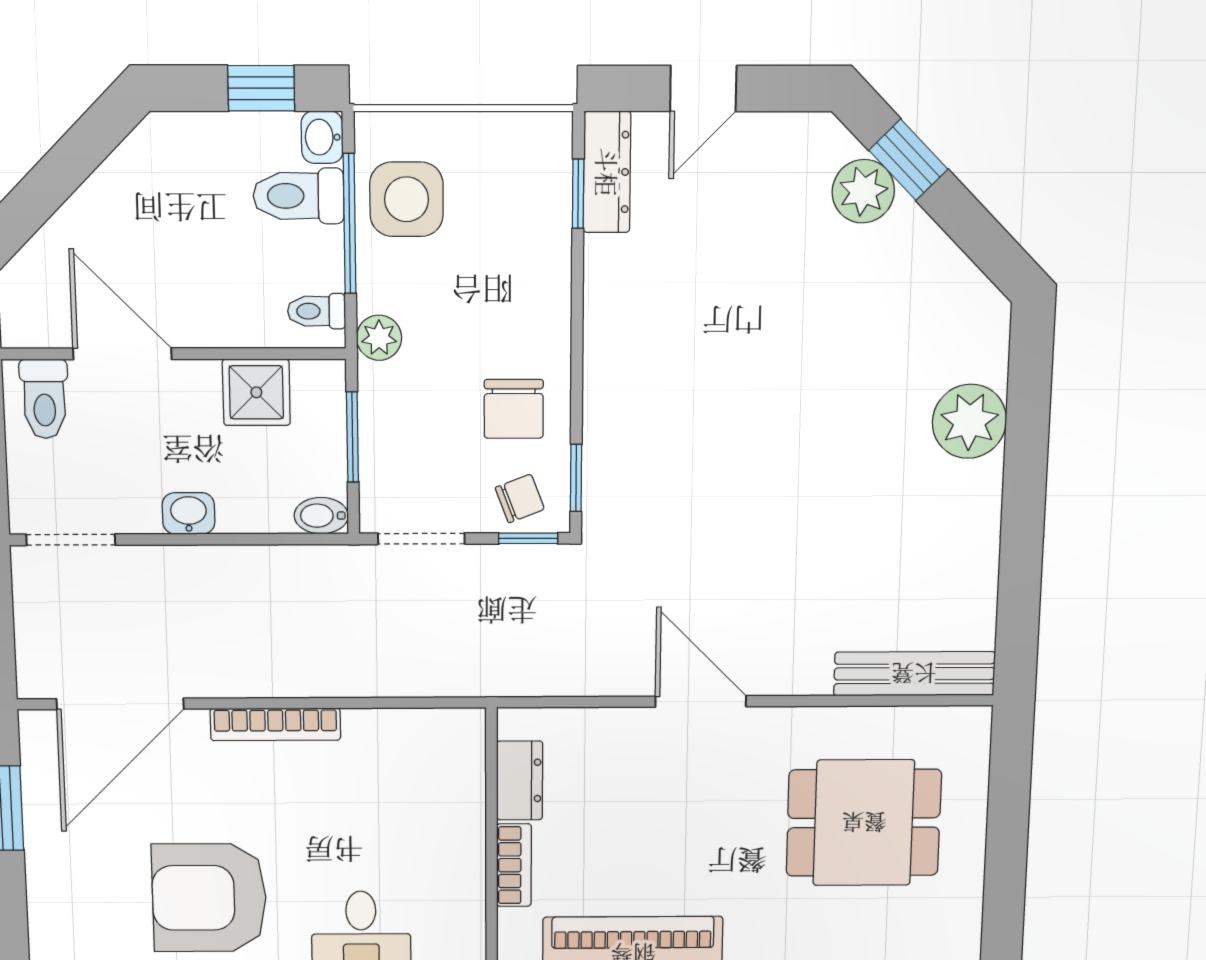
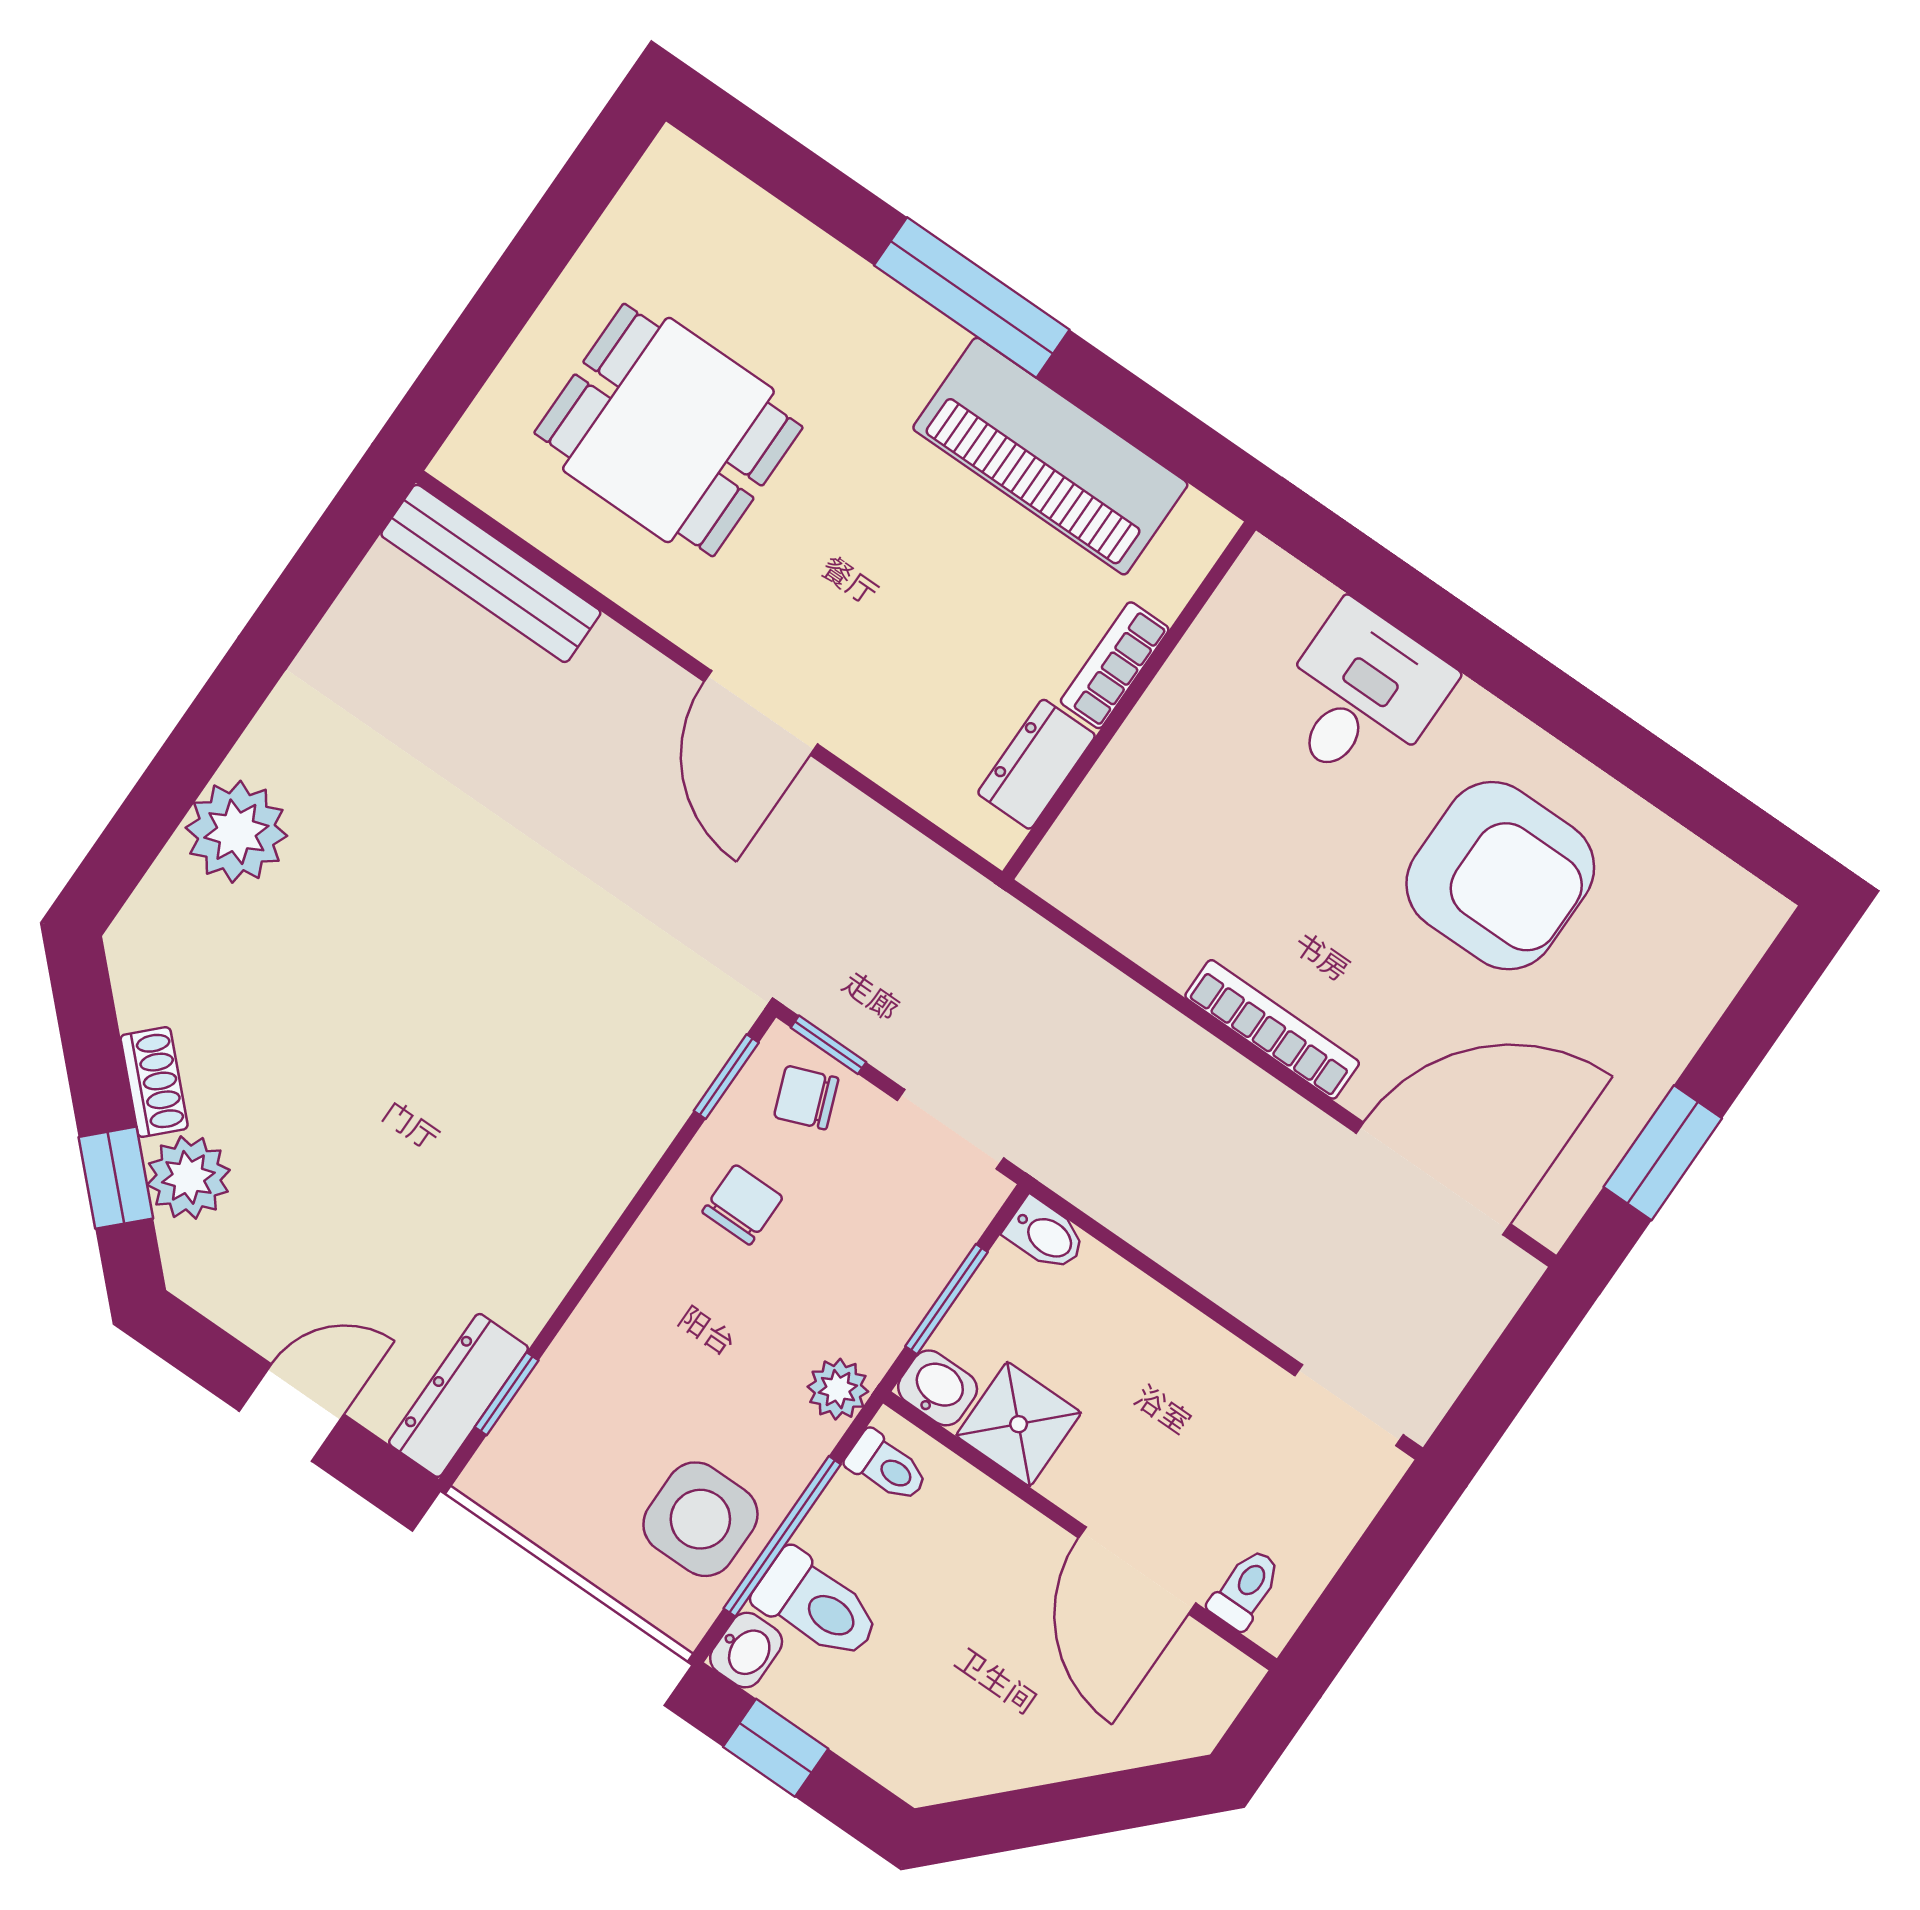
shoe rack: (923, 235) -> (154, 1082), added
toilet: (44, 399) -> (1245, 1589), width x0.73, depth x0.72
chair: (514, 409) -> (743, 1205), width x0.73, depth x0.73
washbasin: (189, 513) -> (938, 1388), moved, turned 180

